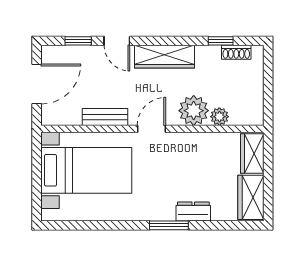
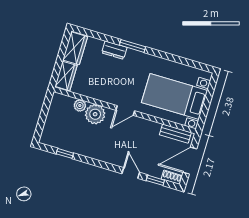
shoe rack: (236, 52) -> (172, 177), moved
wardrobe: (165, 57) -> (103, 154), removed
bench: (105, 117) -> (175, 134), moved

